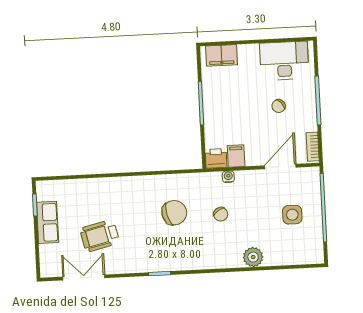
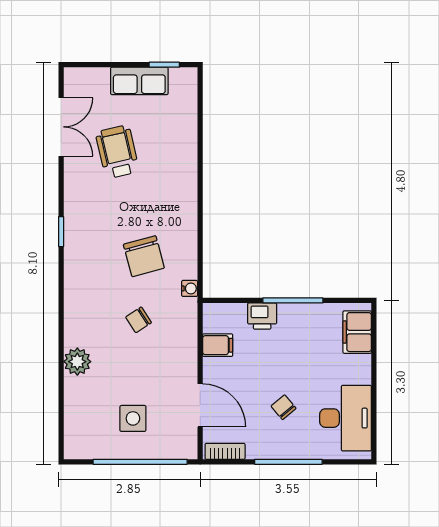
printer: (216, 158) -> (262, 316), moved, turned 90
water cooler: (228, 177) -> (190, 288), moved

